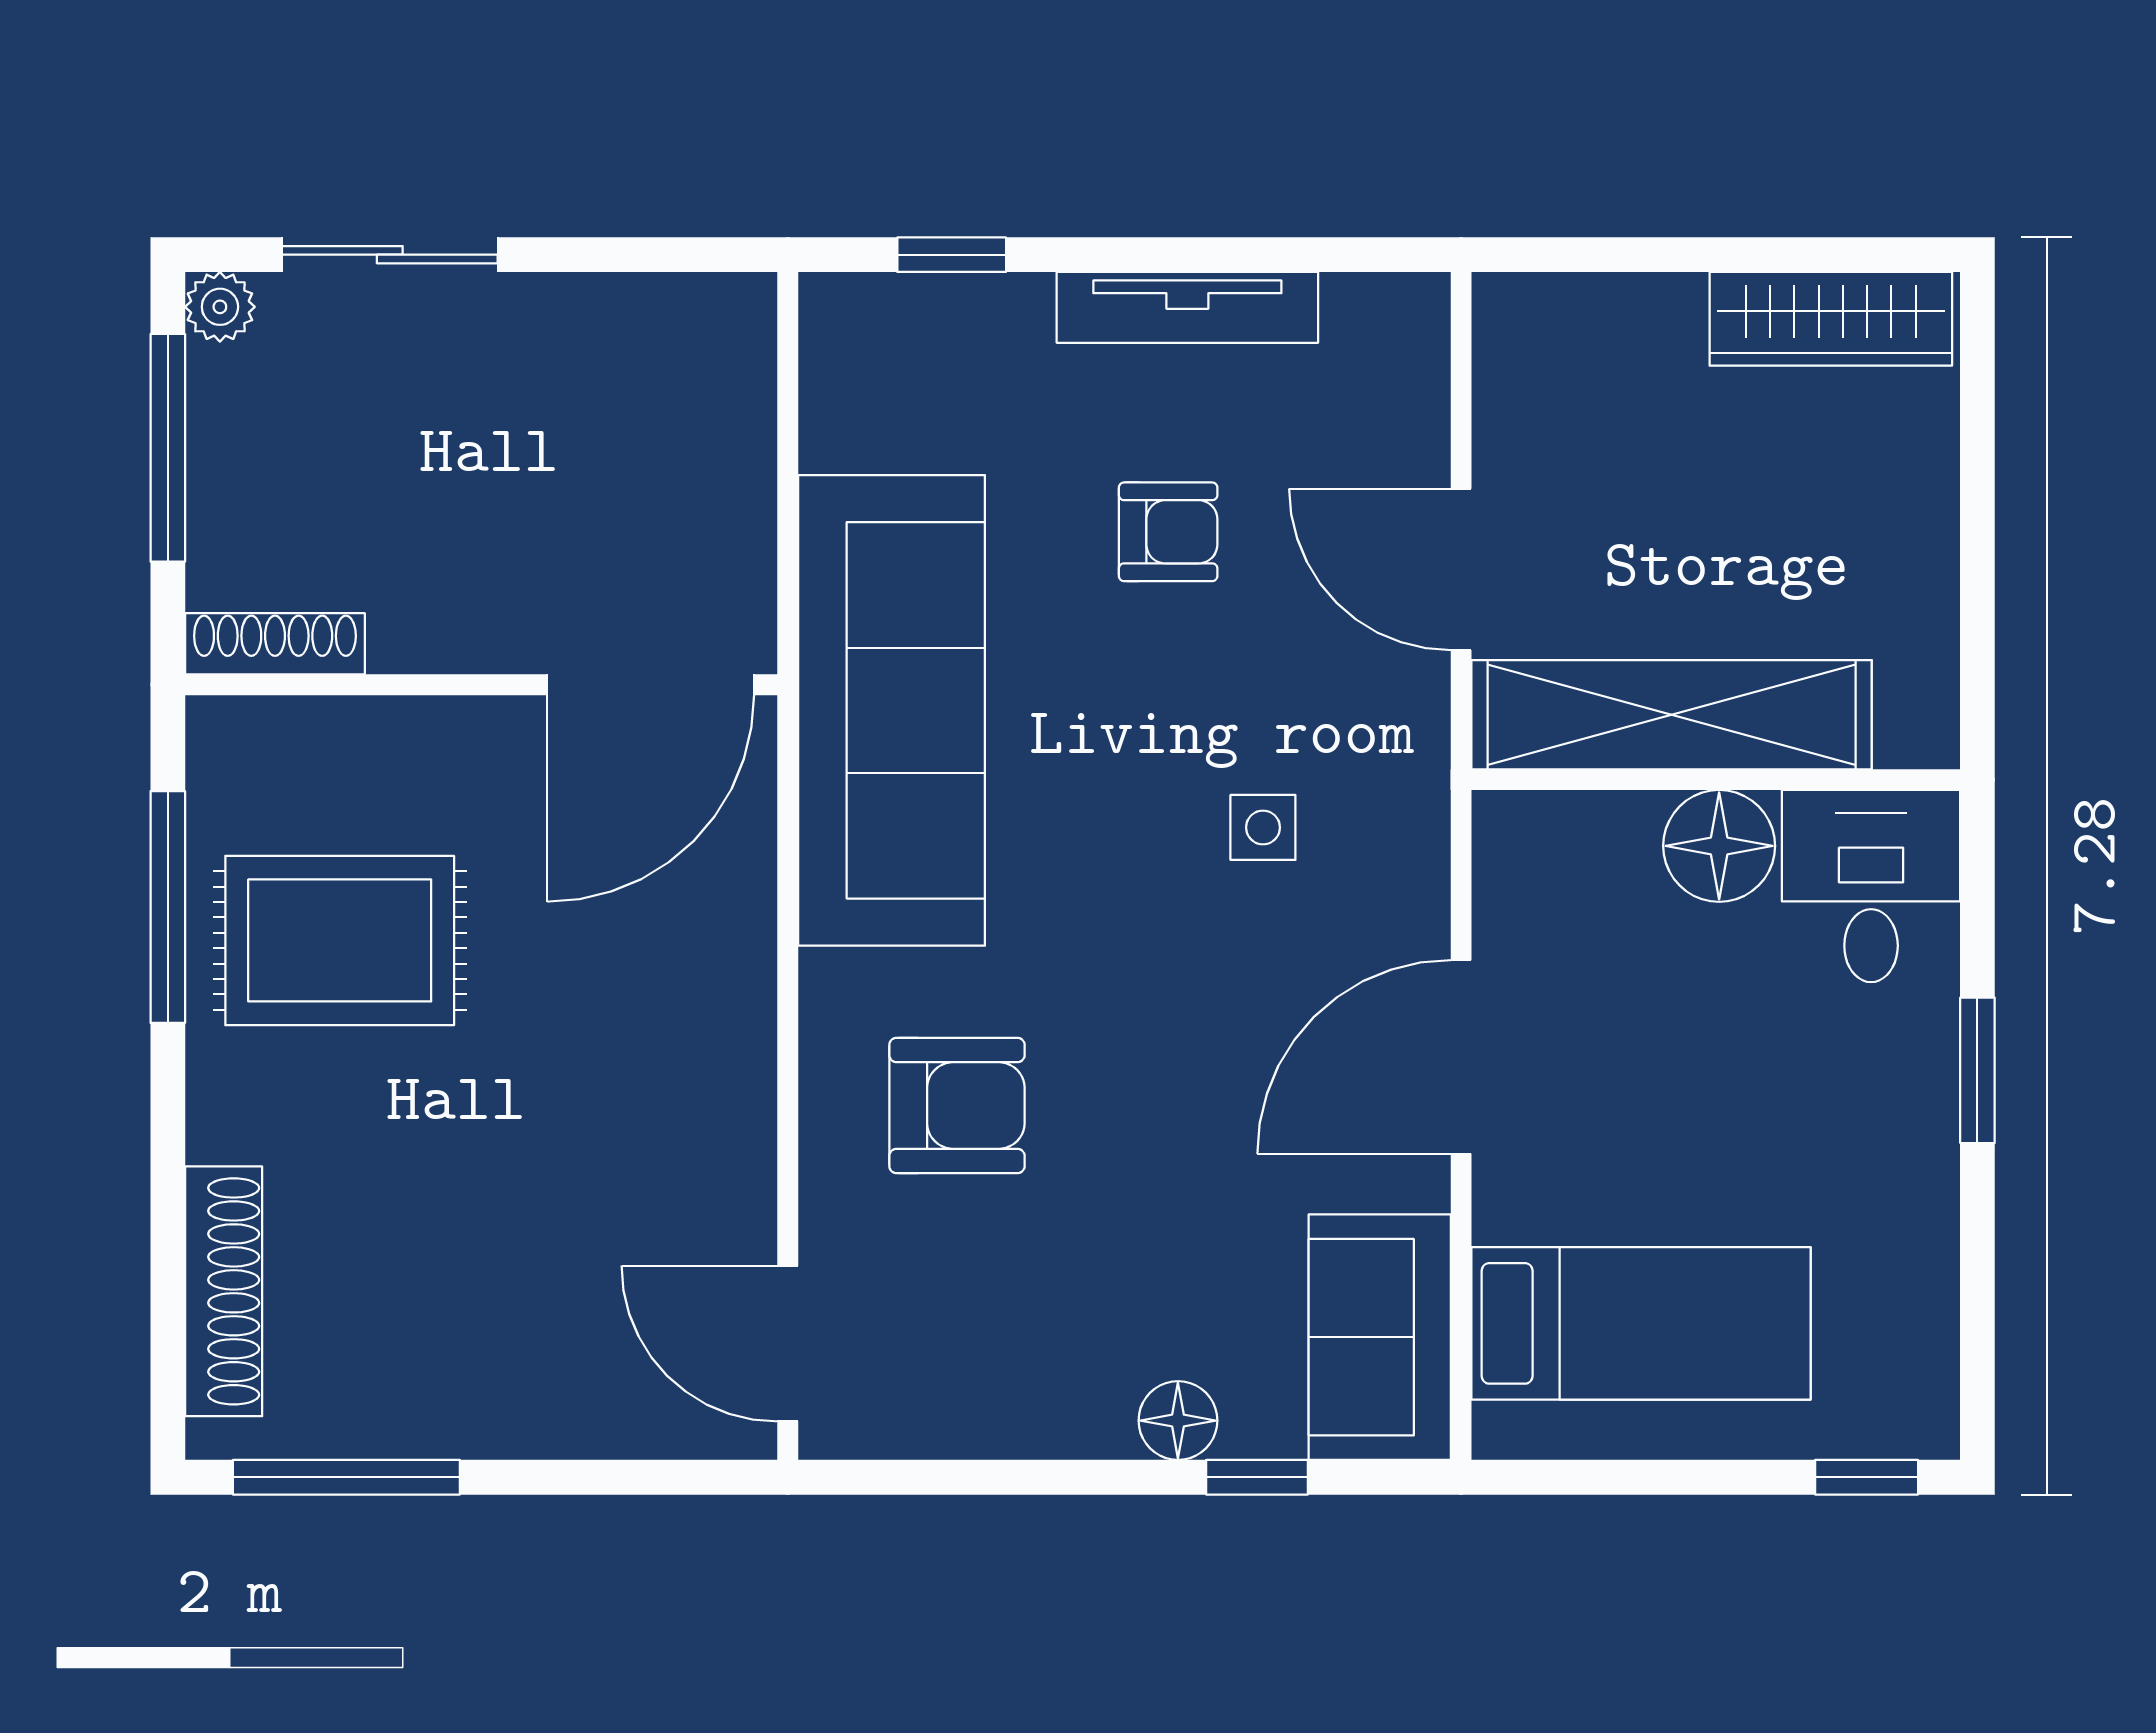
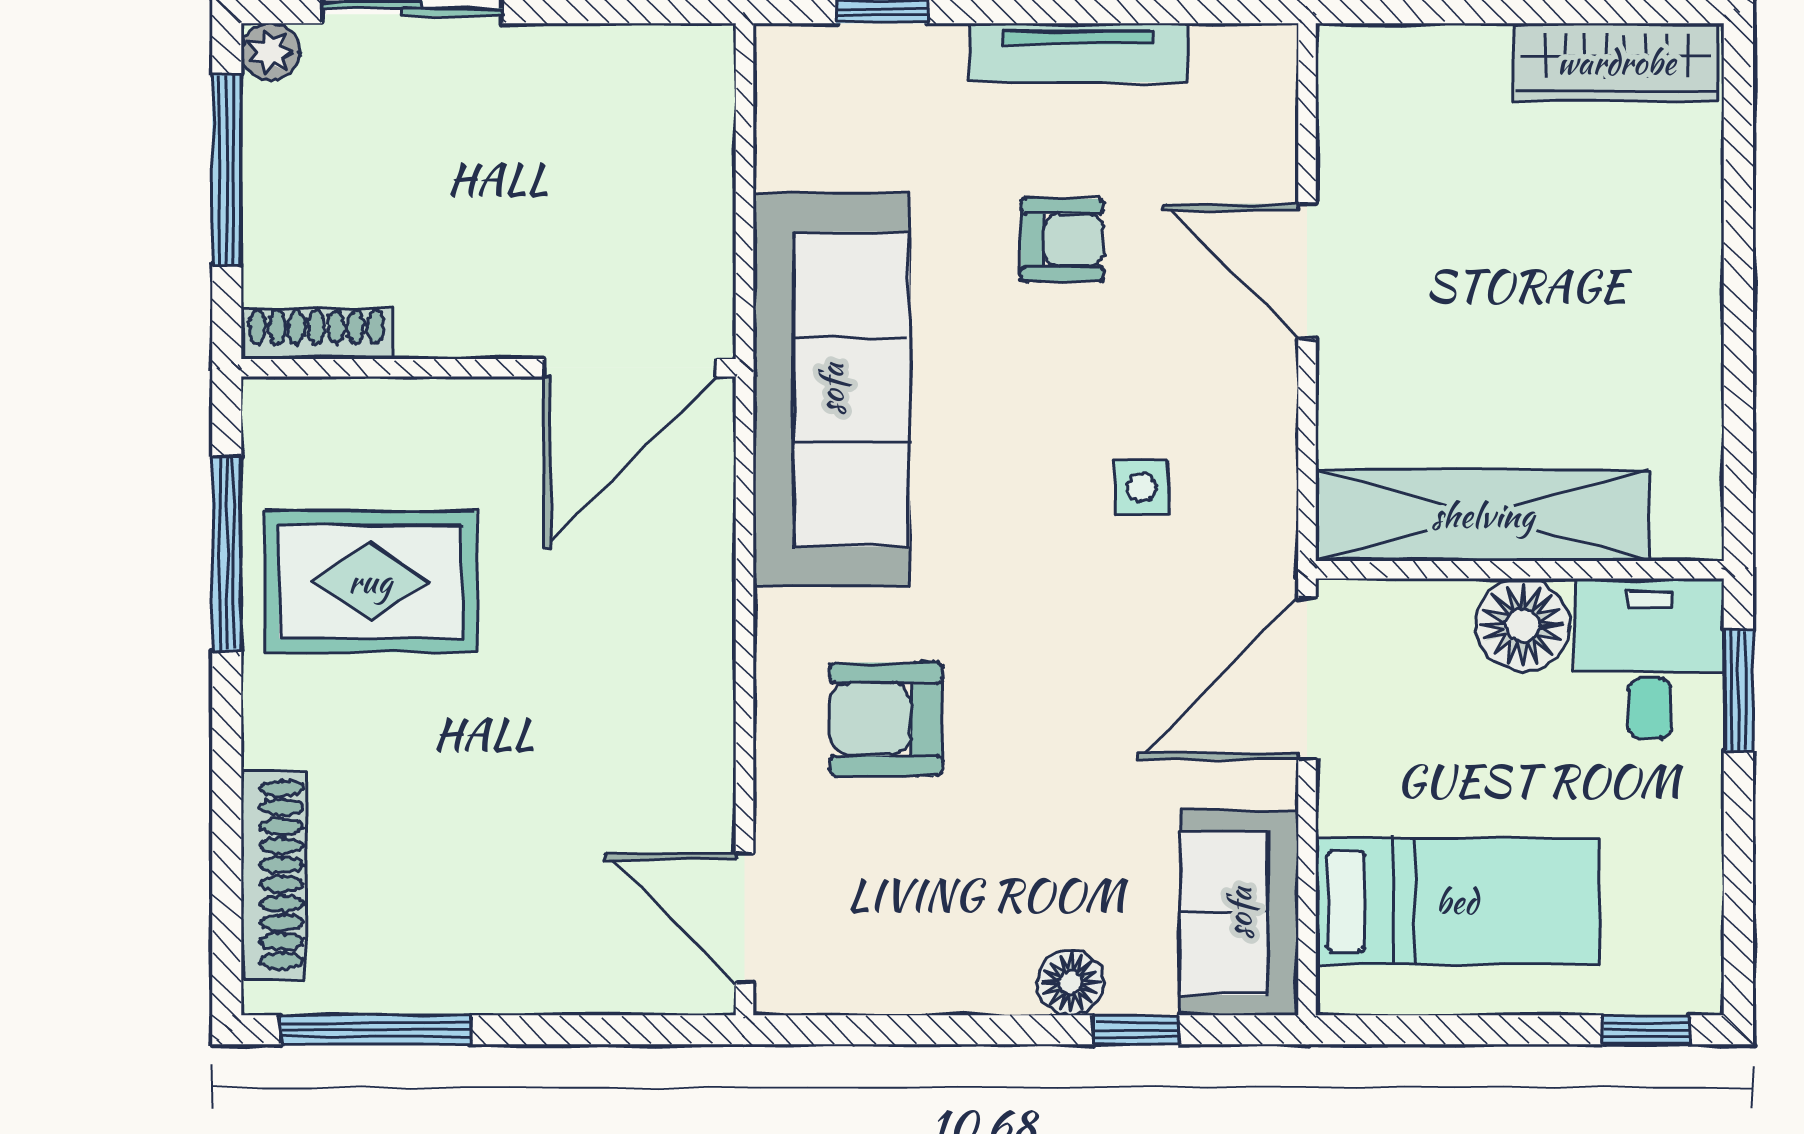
shelving: (1672, 715) -> (1483, 515), moved
wall: (1716, 780) -> (1520, 570), moved
floor lamp: (1719, 846) -> (1523, 625), moved
desk: (1871, 886) -> (1649, 659), moved
armchair: (957, 1106) -> (886, 719), turned 180

